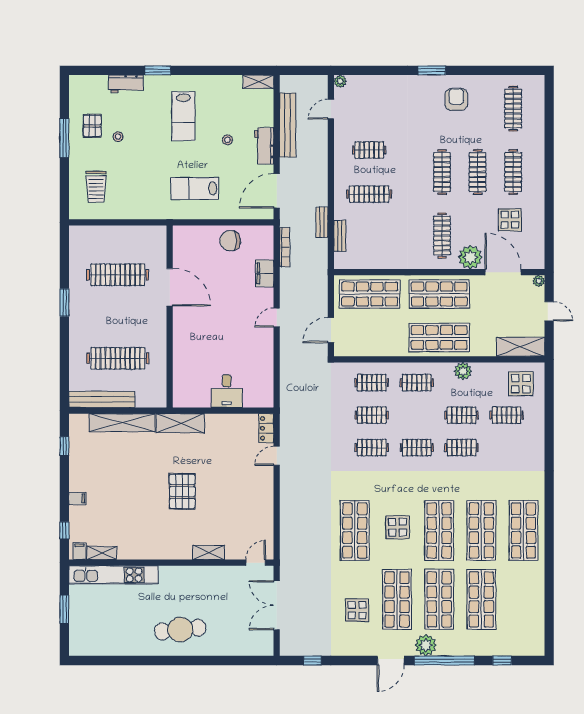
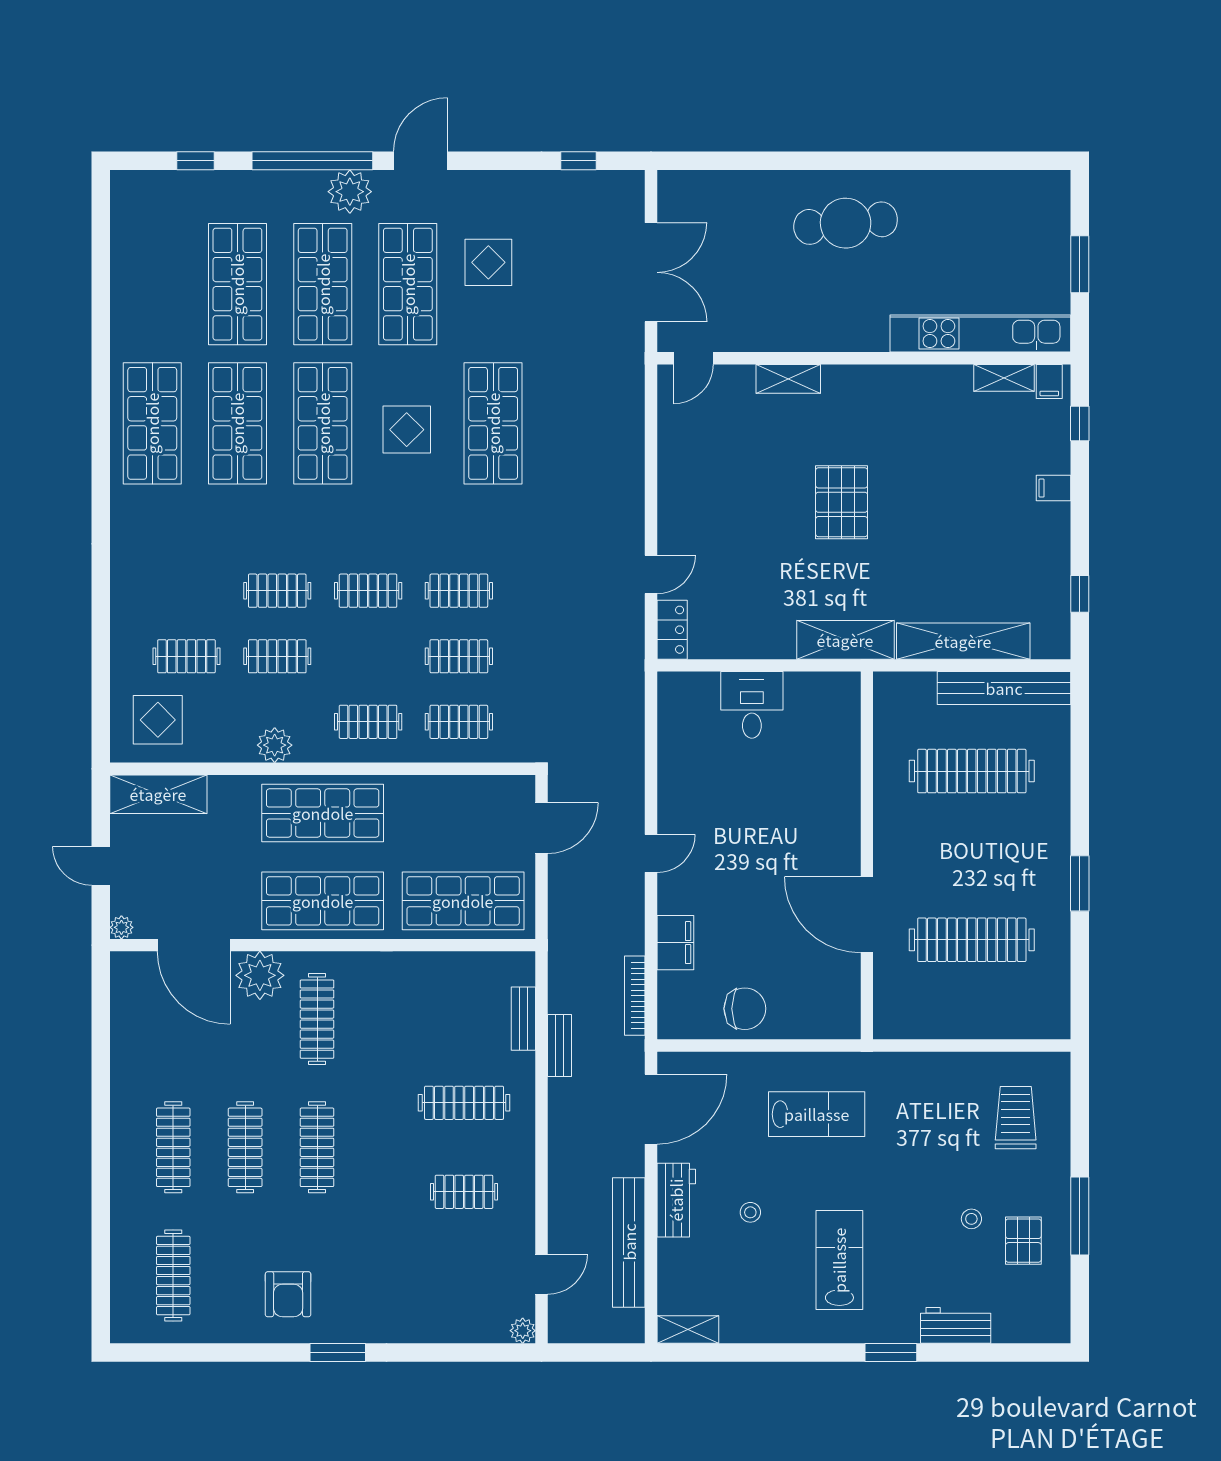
display table: (510, 220) -> (180, 1051), removed

